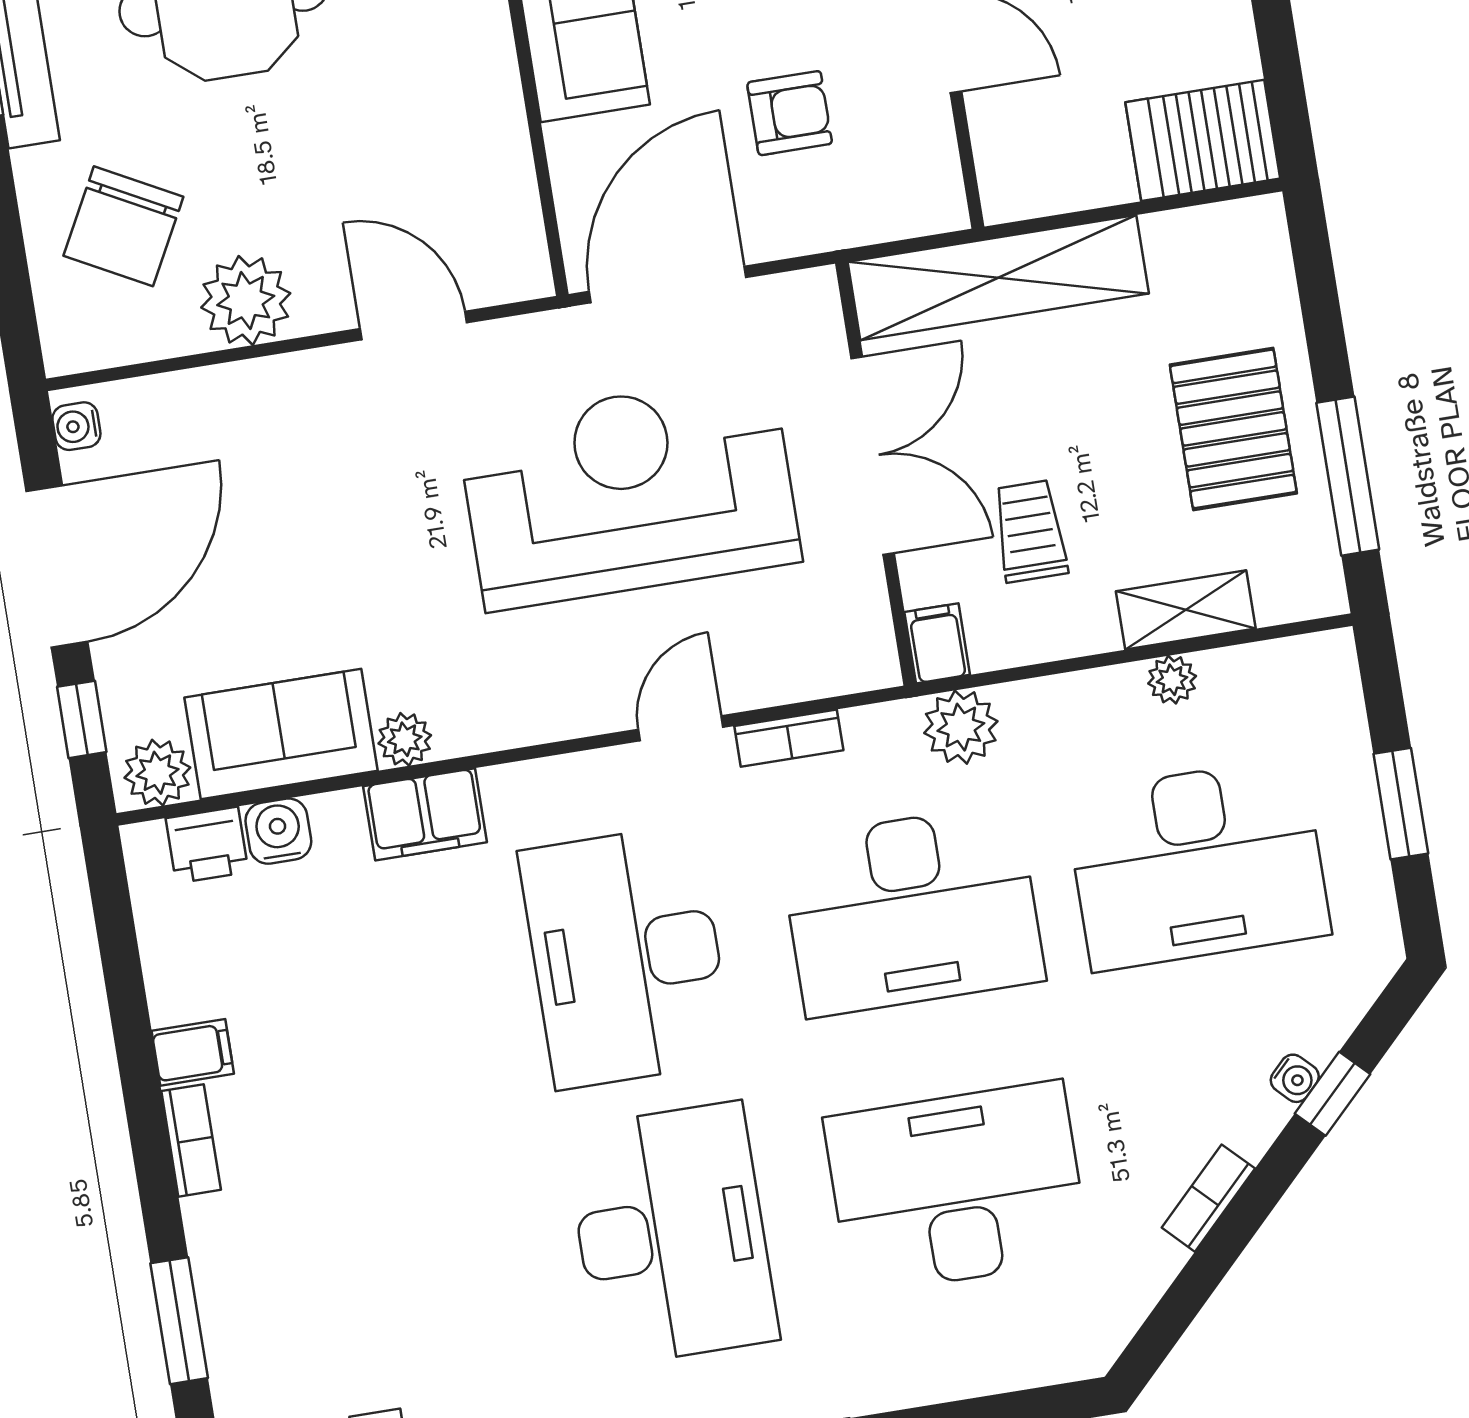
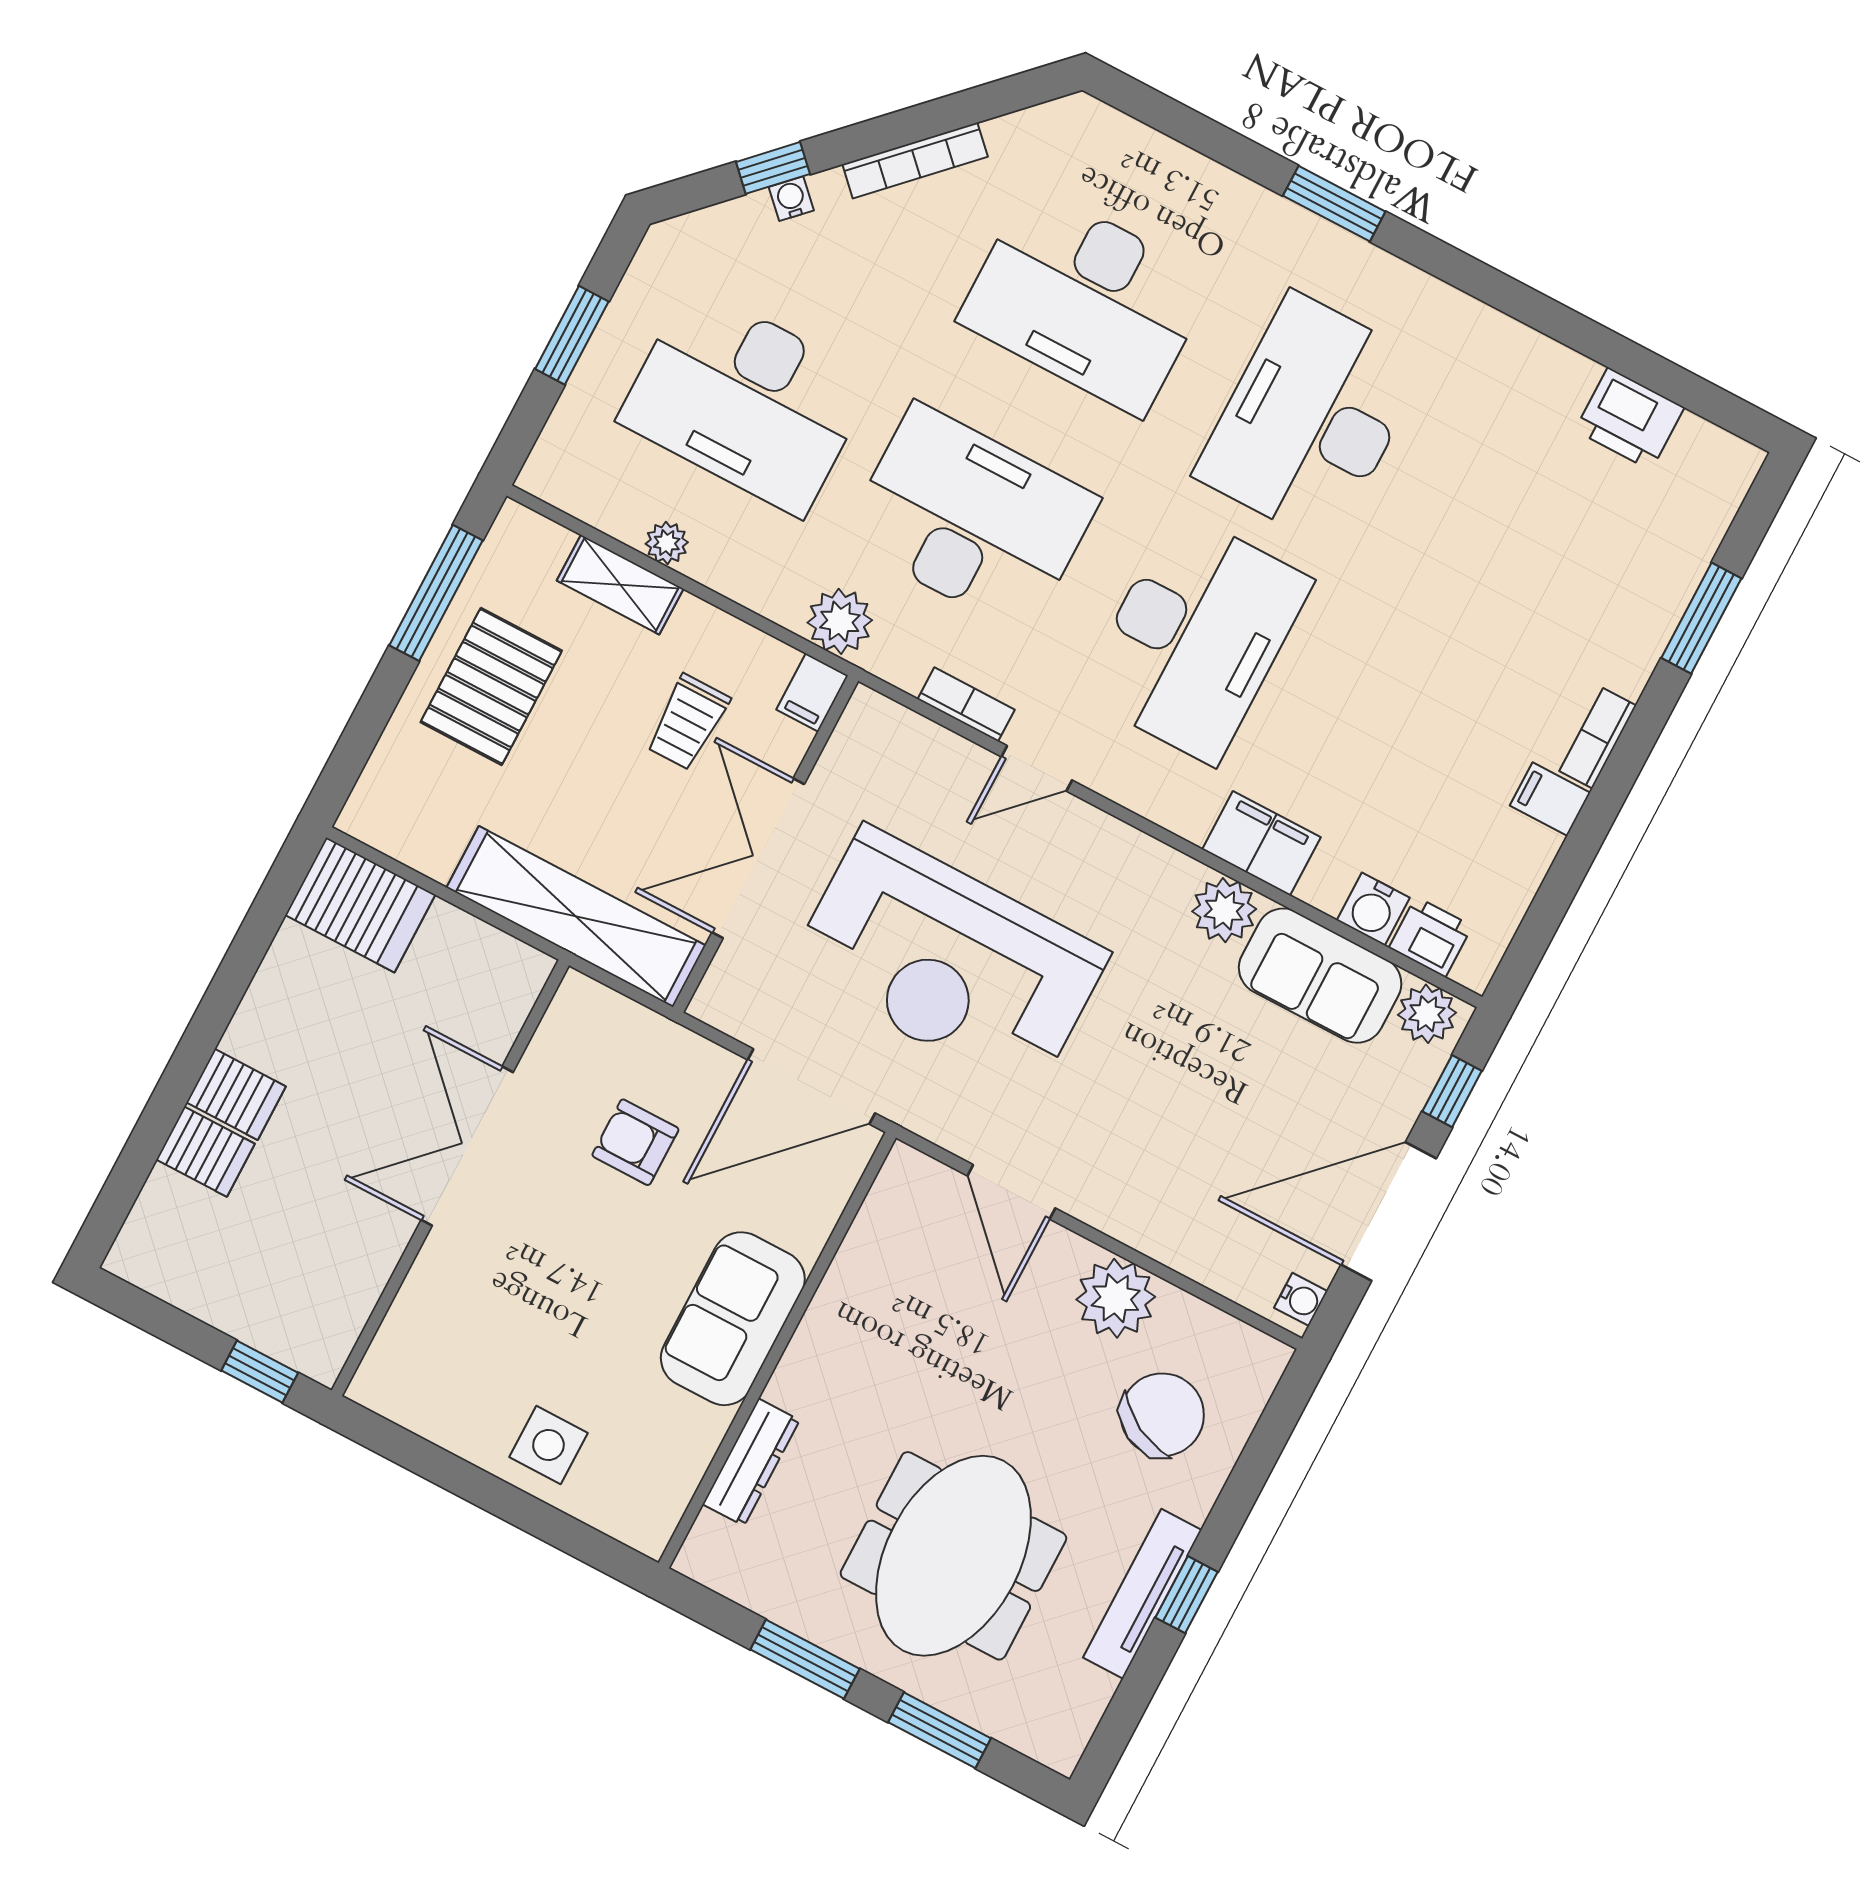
plant: (405, 739) -> (1224, 910), width x1.38, depth x1.38
desk: (1198, 864) -> (746, 400), turned 180
bookcase: (1208, 1198) -> (915, 160), width x1.56

